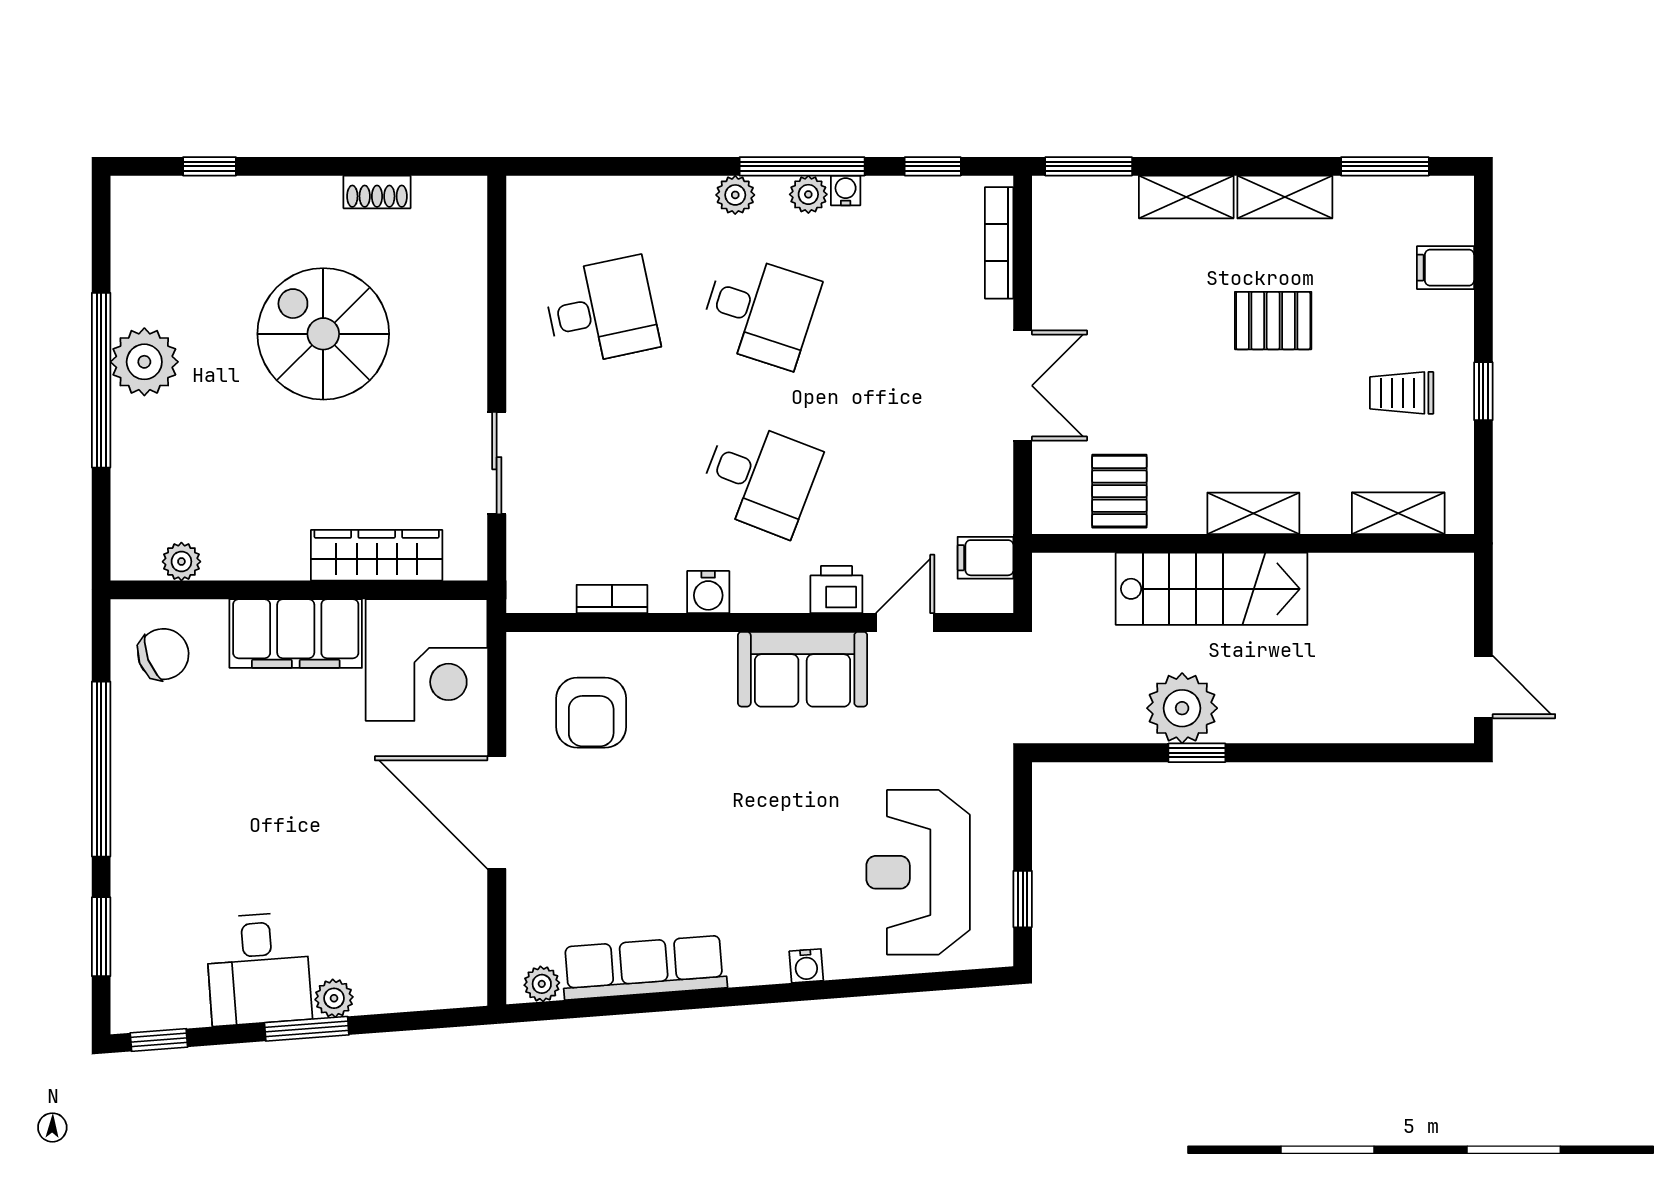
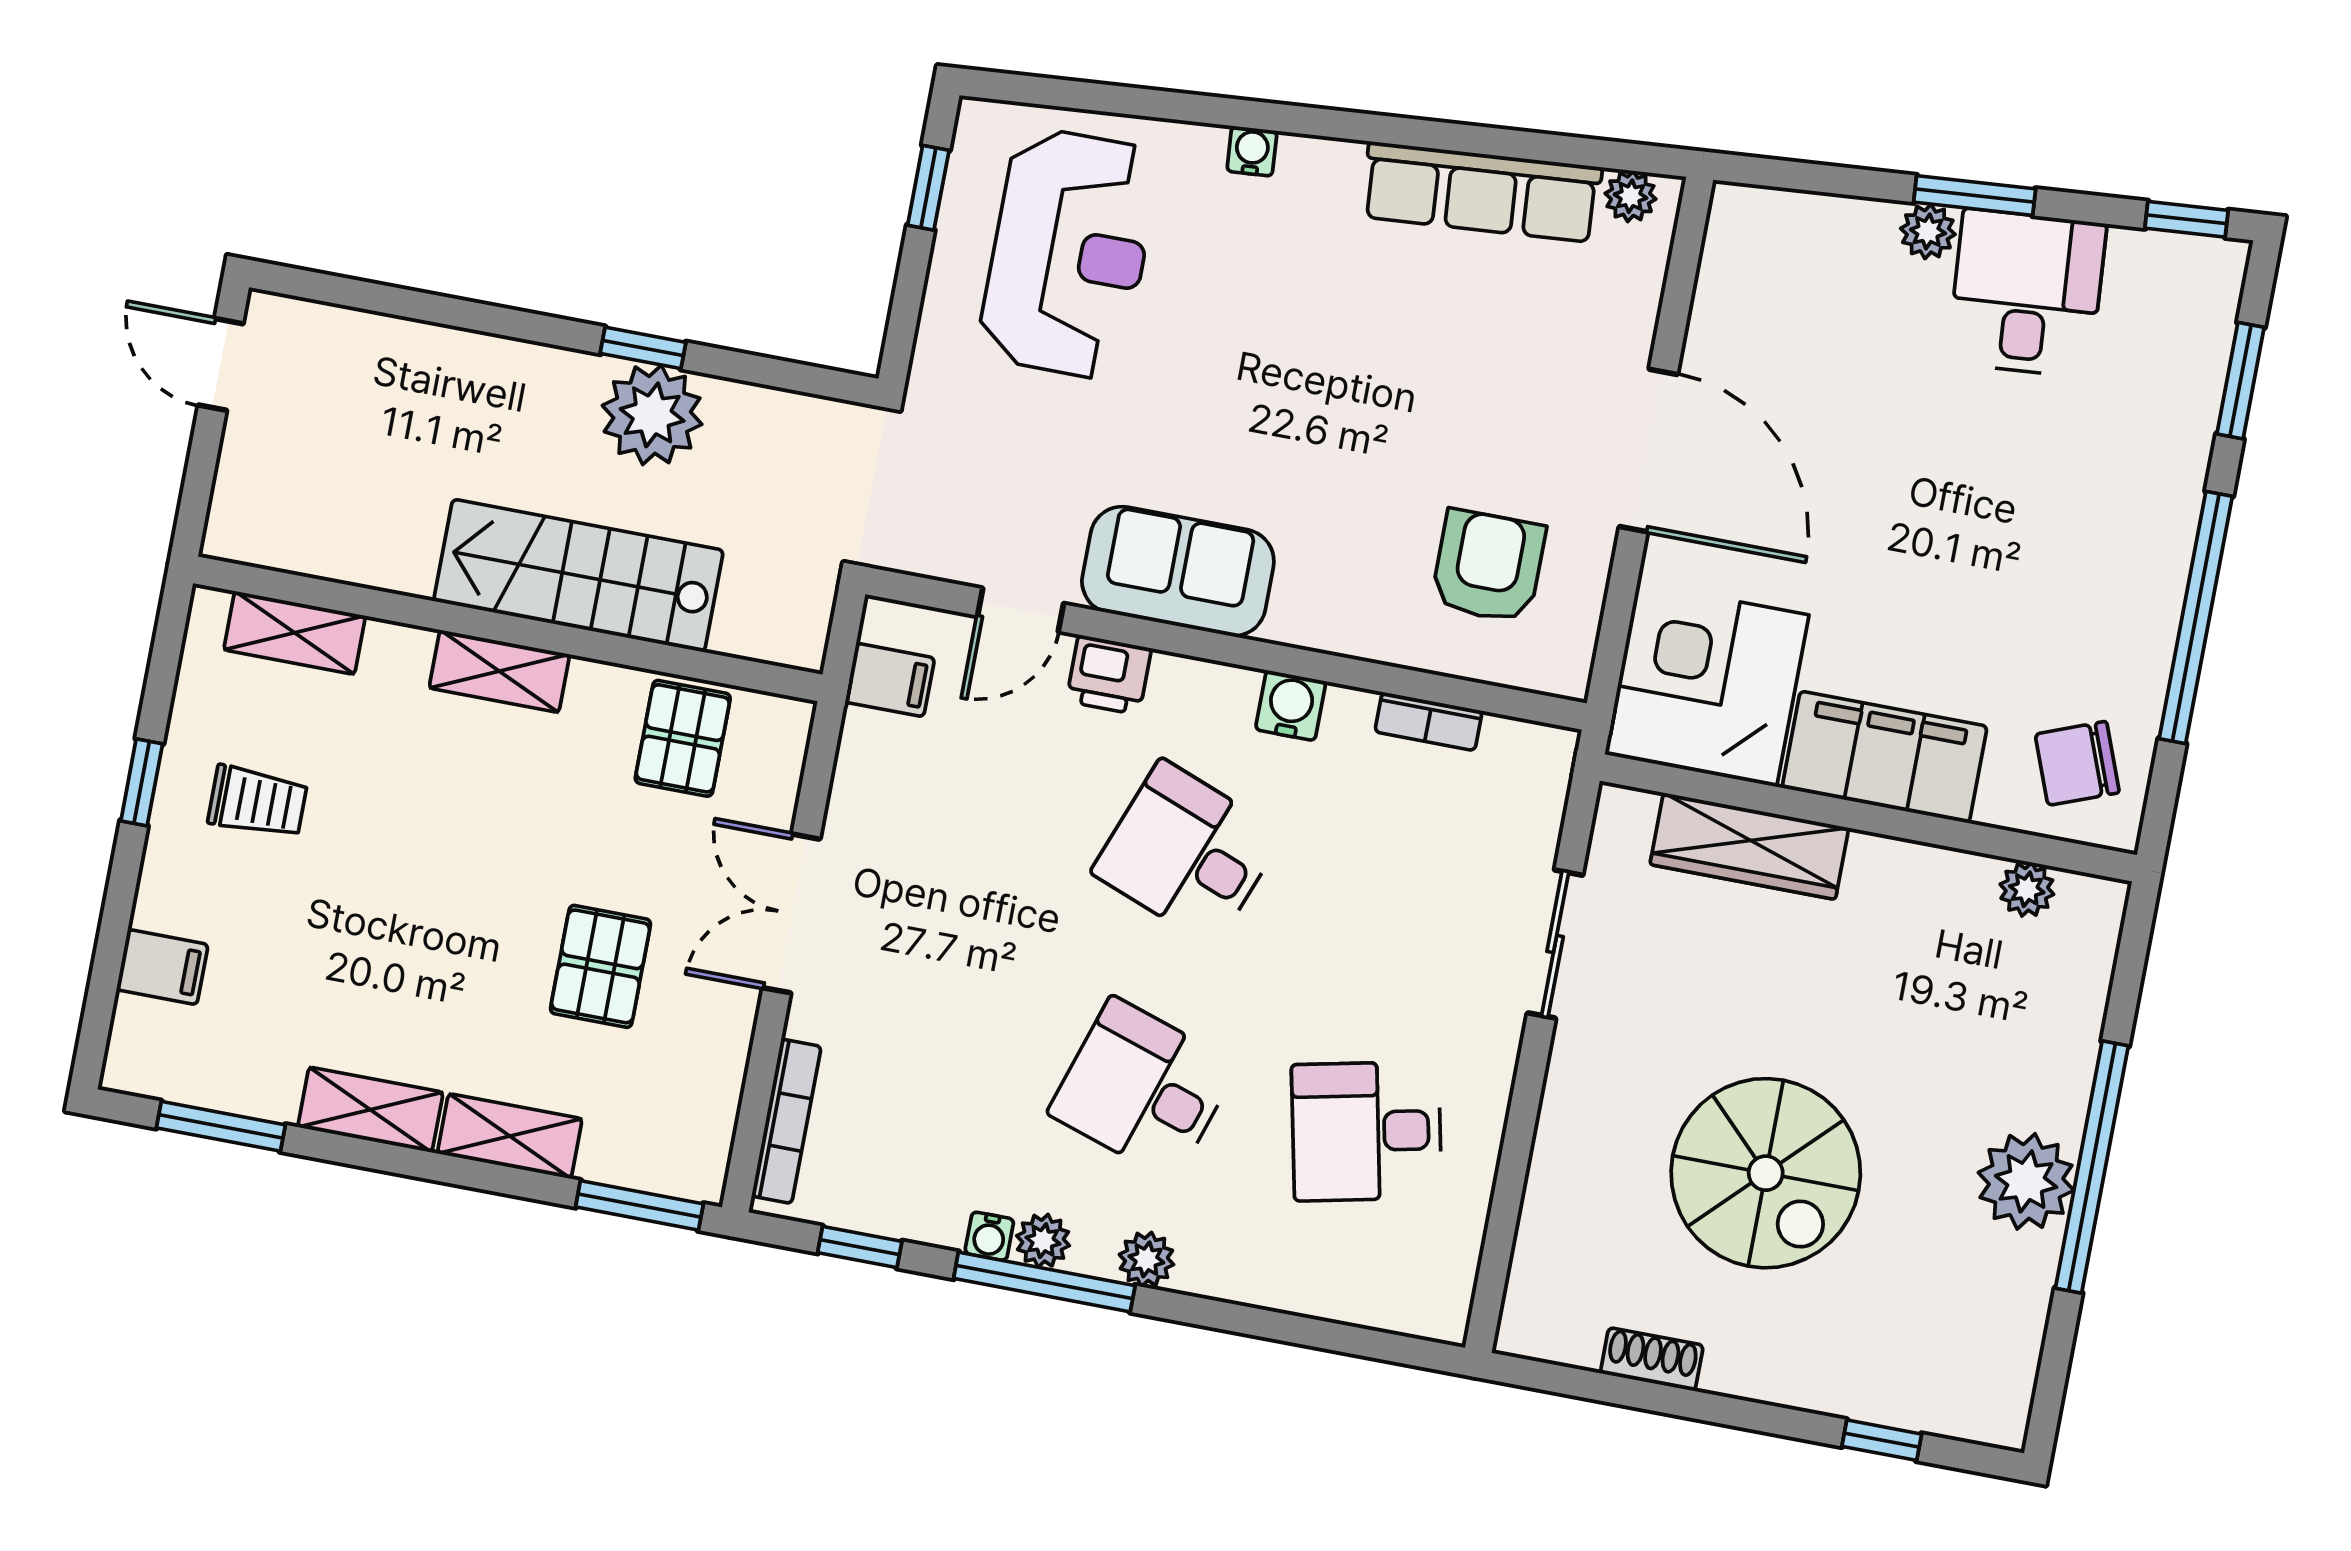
pallet: (1273, 321) -> (600, 966), moved, turned 90

